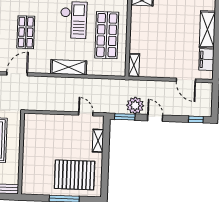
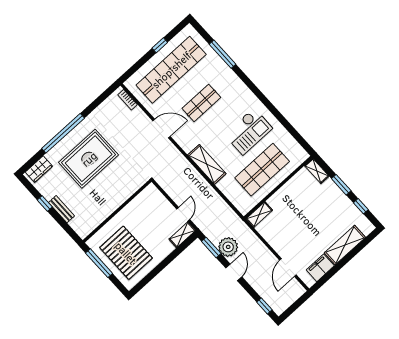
shelving: (98, 141) -> (182, 235), moved
wall: (21, 154) -> (117, 211), moved

